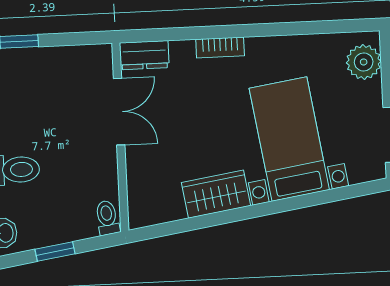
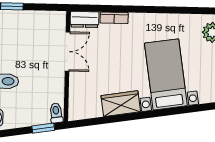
bookcase: (220, 48) -> (114, 18), moved
window: (55, 252) -> (43, 128), moved

